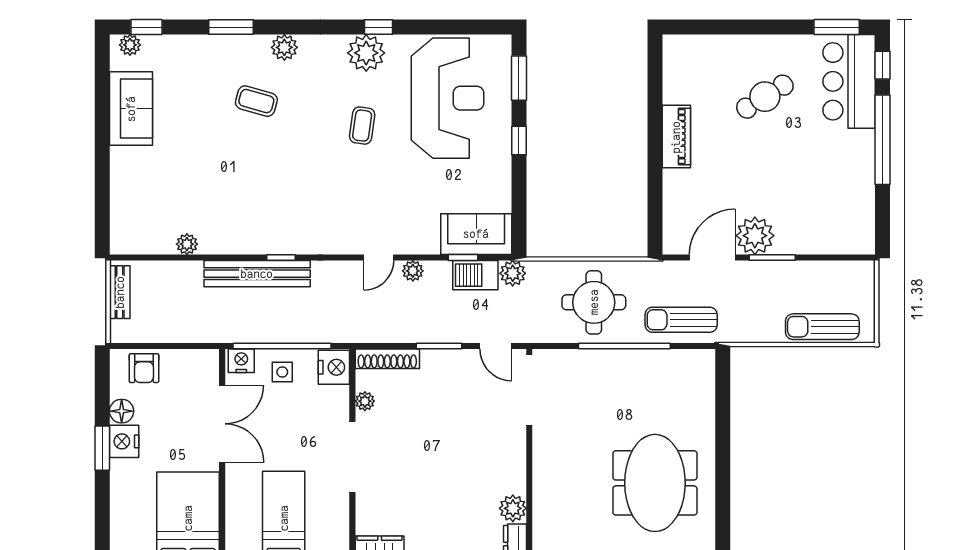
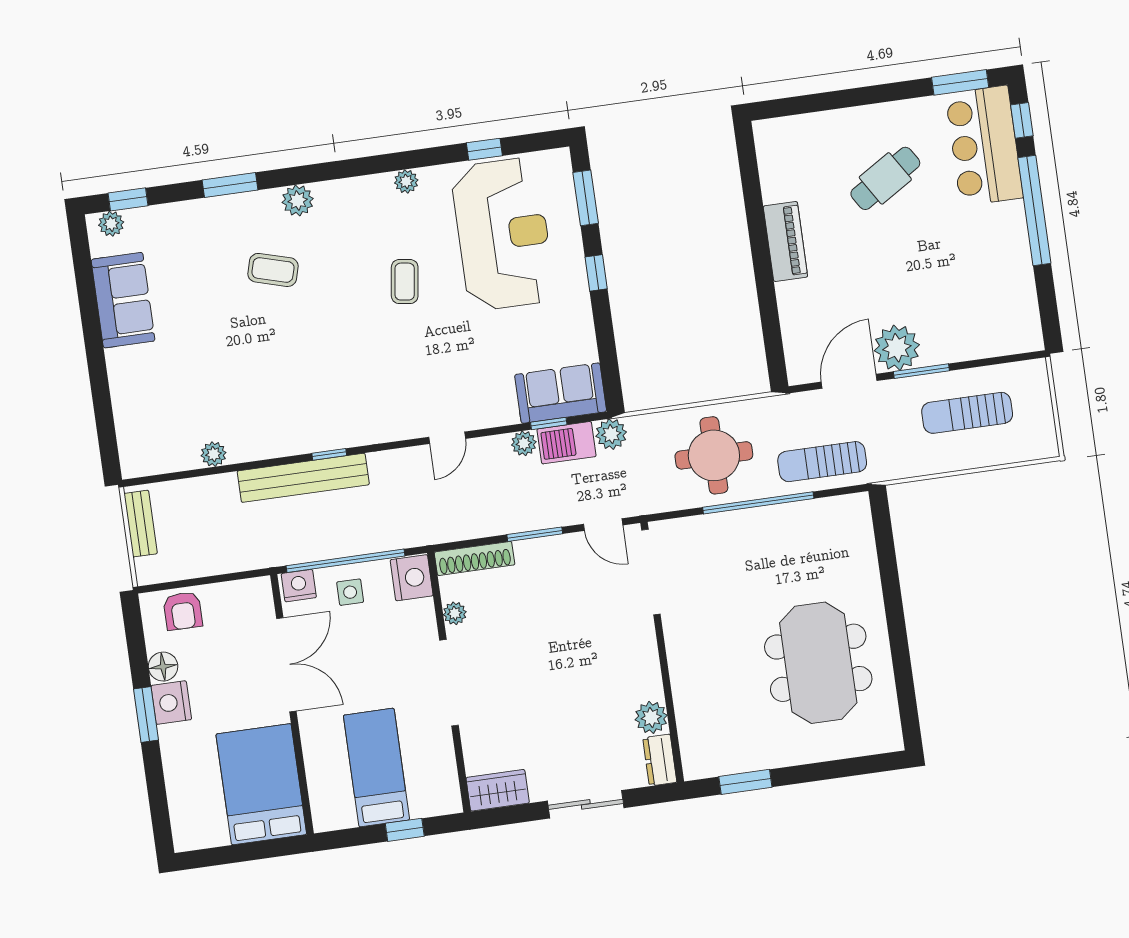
window: (378, 27) -> (484, 149), moved
plant: (366, 53) -> (406, 181), width x0.53, depth x0.53
plant: (413, 271) -> (524, 443), moved
sun lounger: (822, 327) -> (967, 413), moved

